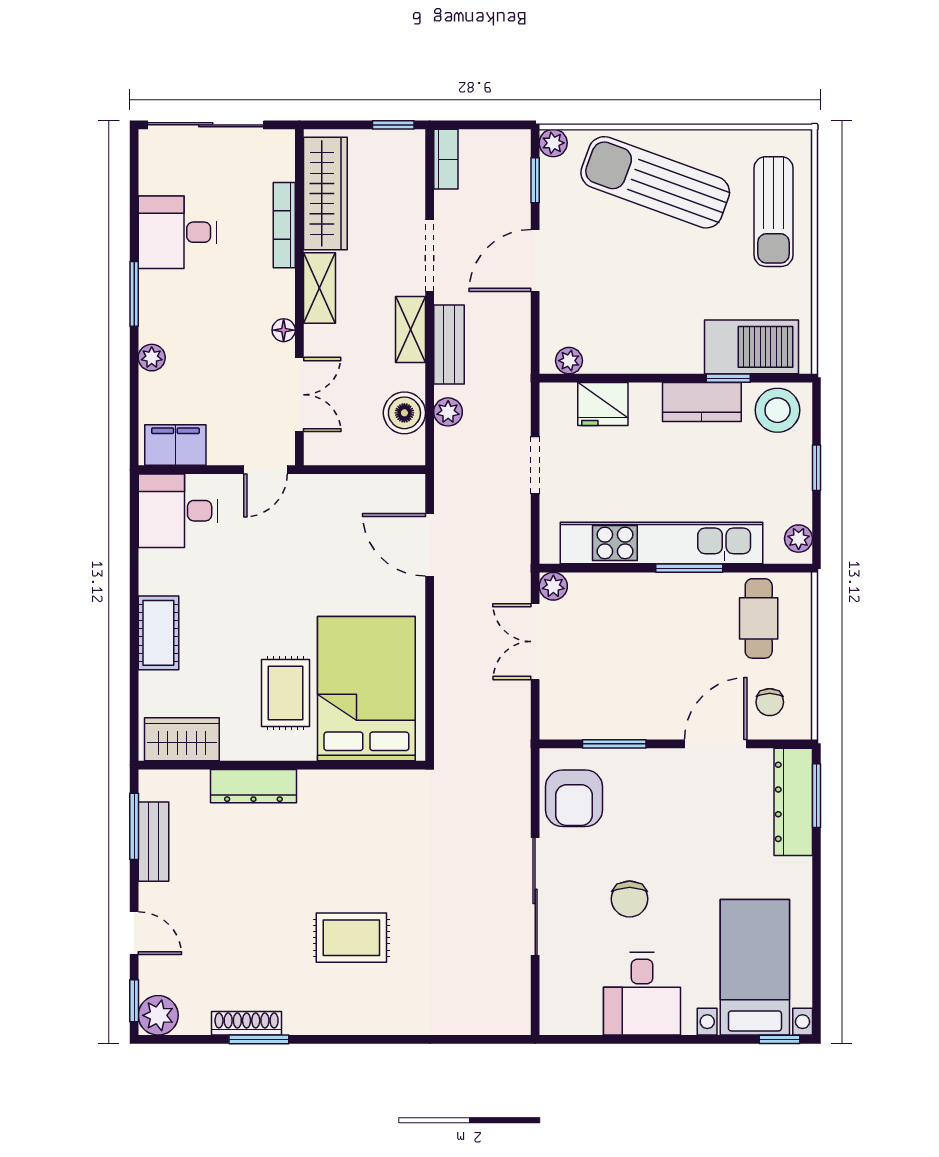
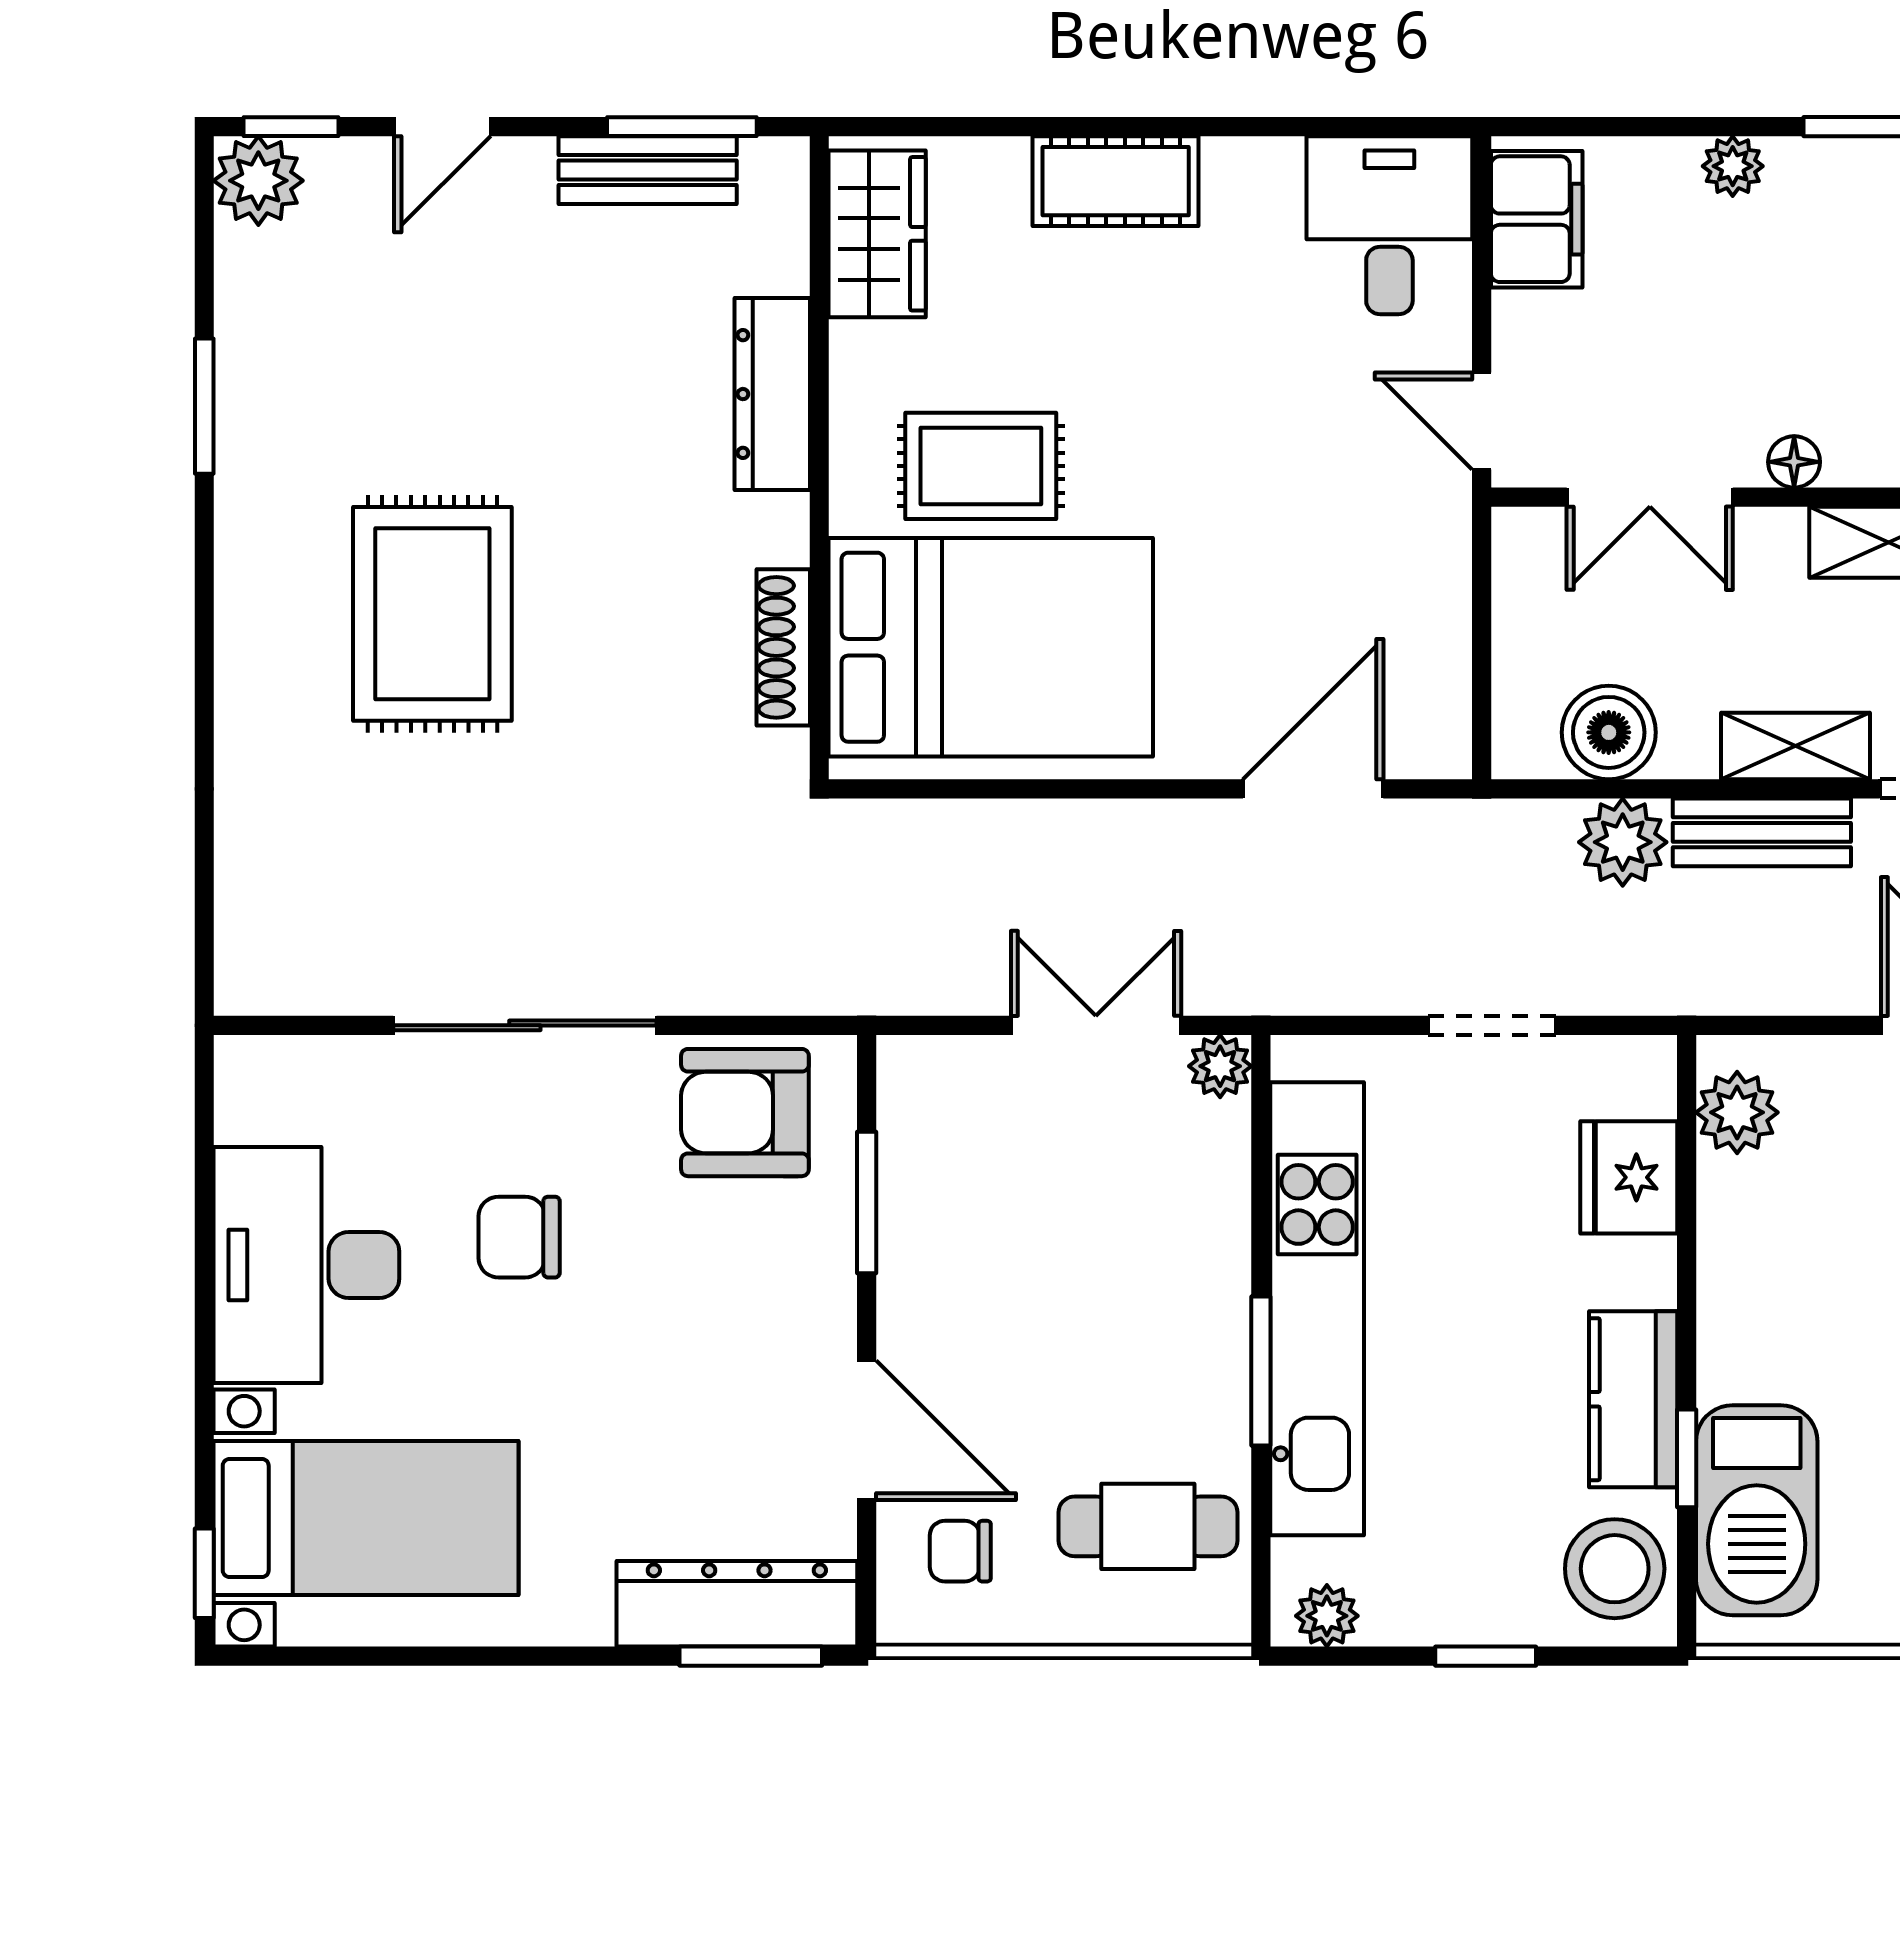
plant: (569, 361) -> (1737, 1112), width x1.38, depth x1.38
plant: (448, 412) -> (1623, 842), width x1.38, depth x1.38
rug: (351, 938) -> (432, 614), width x1.36, depth x1.43
desk: (642, 994) -> (306, 1265), width x1.37
shoe rack: (247, 1023) -> (783, 647), moved, turned 180

